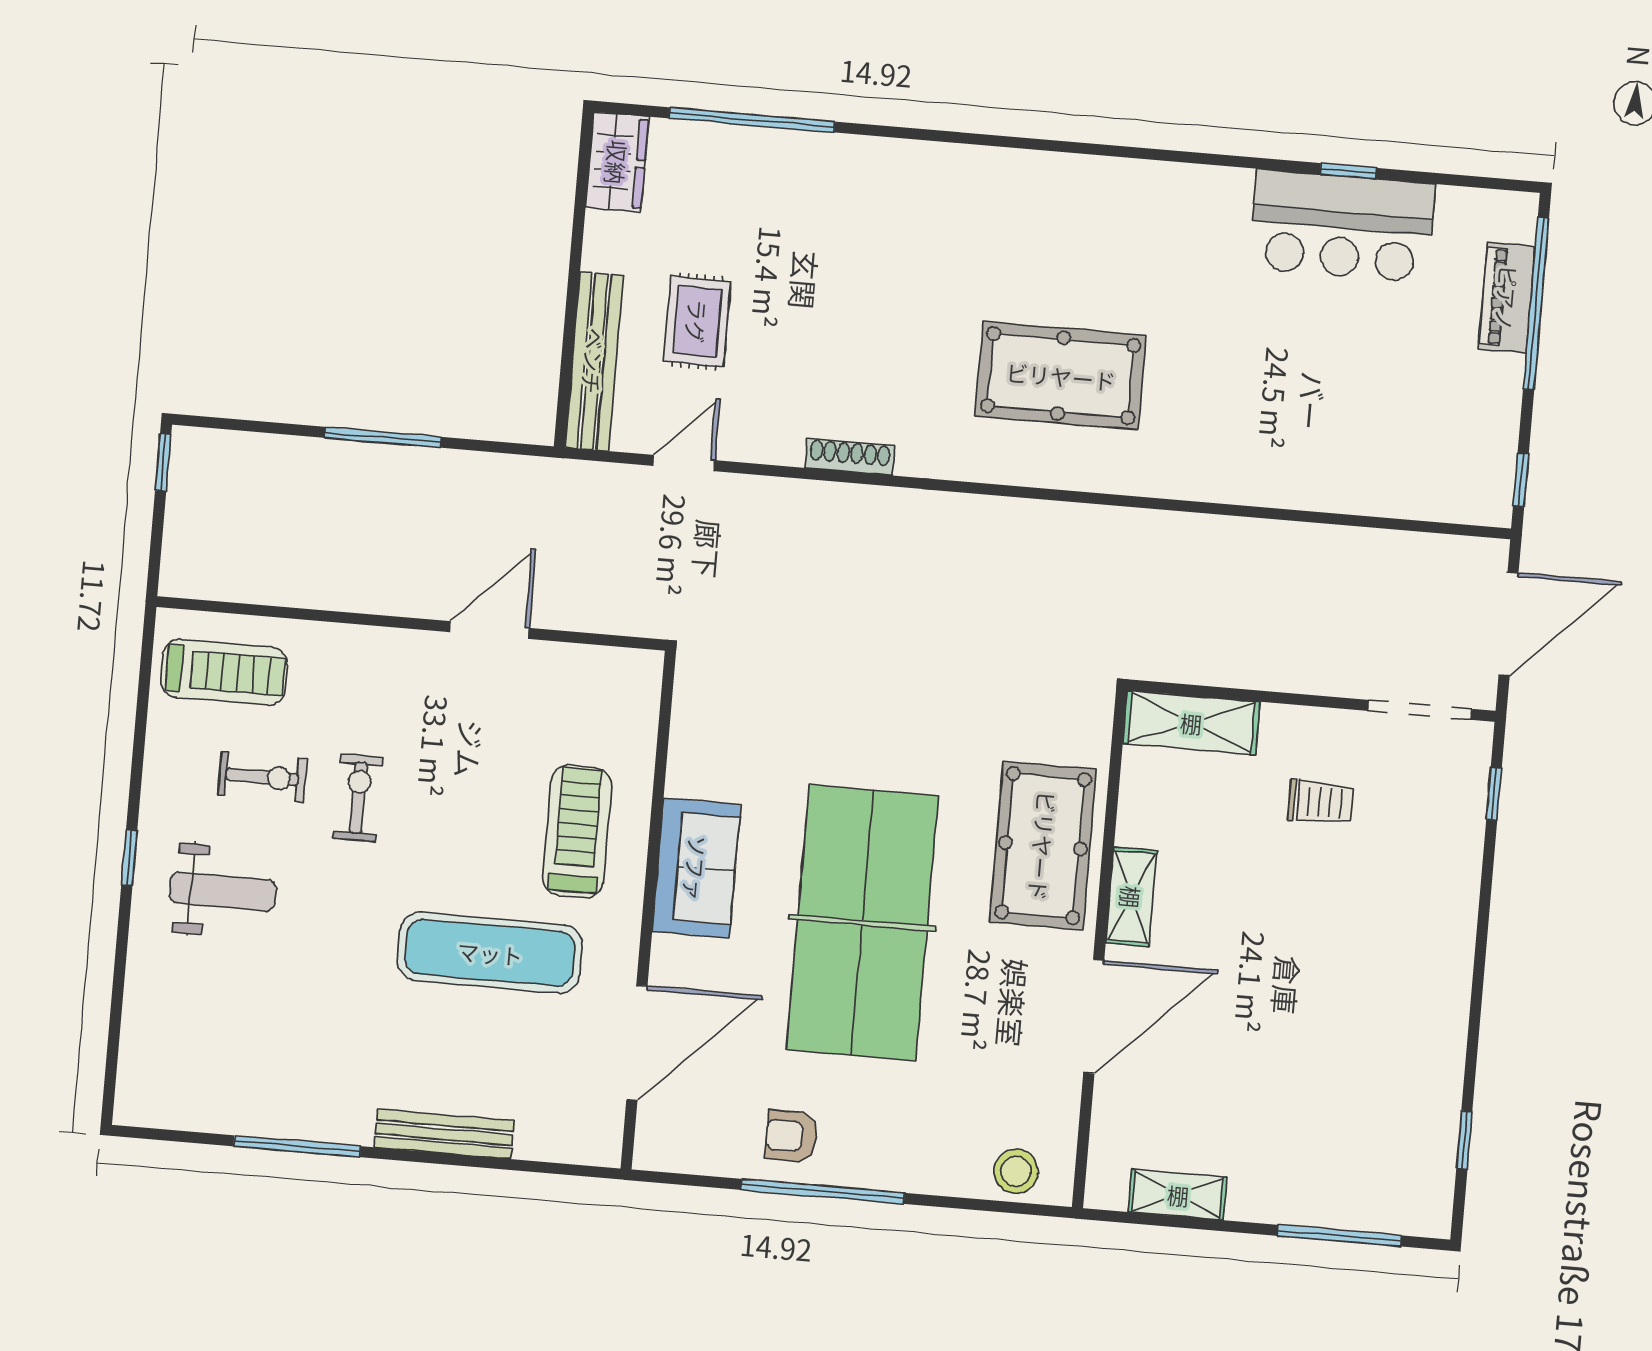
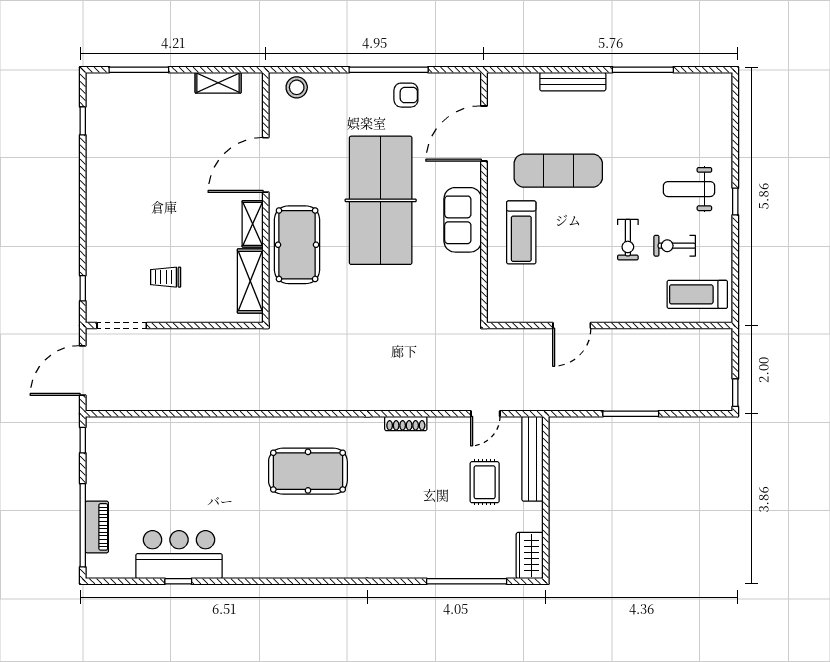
shelving: (1191, 723) -> (250, 281), moved, turned 90

